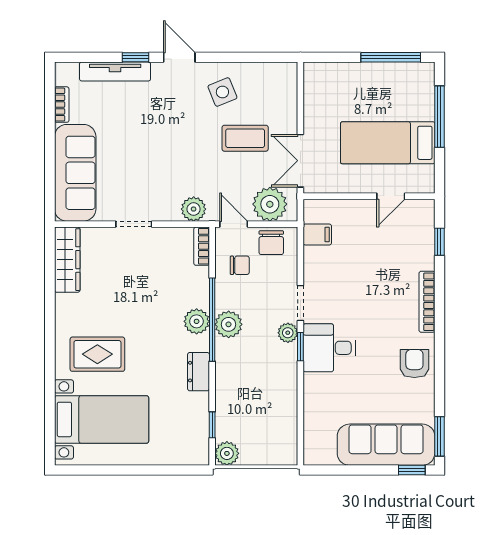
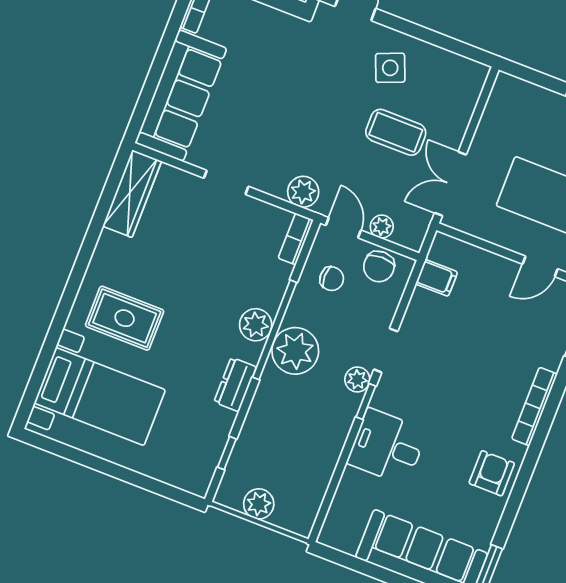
plant: (270, 204) -> (382, 227), width x0.53, depth x0.53
plant: (229, 324) -> (295, 351), width x1.36, depth x1.36
desk: (329, 348) -> (387, 447), moved
plant: (227, 453) -> (259, 504), moved

